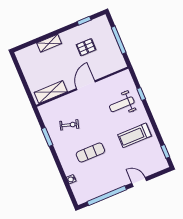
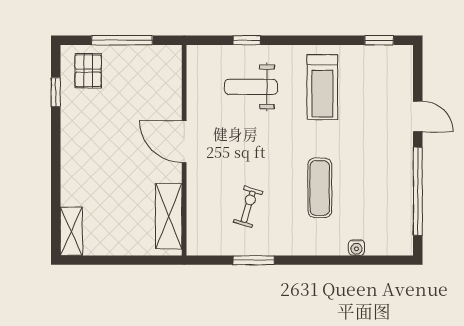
shelving: (49, 43) -> (71, 231), moved
pallet: (86, 47) -> (88, 71), moved
weight bench: (122, 104) -> (251, 87), turned 90
door: (139, 182) -> (418, 116), swing flipped

